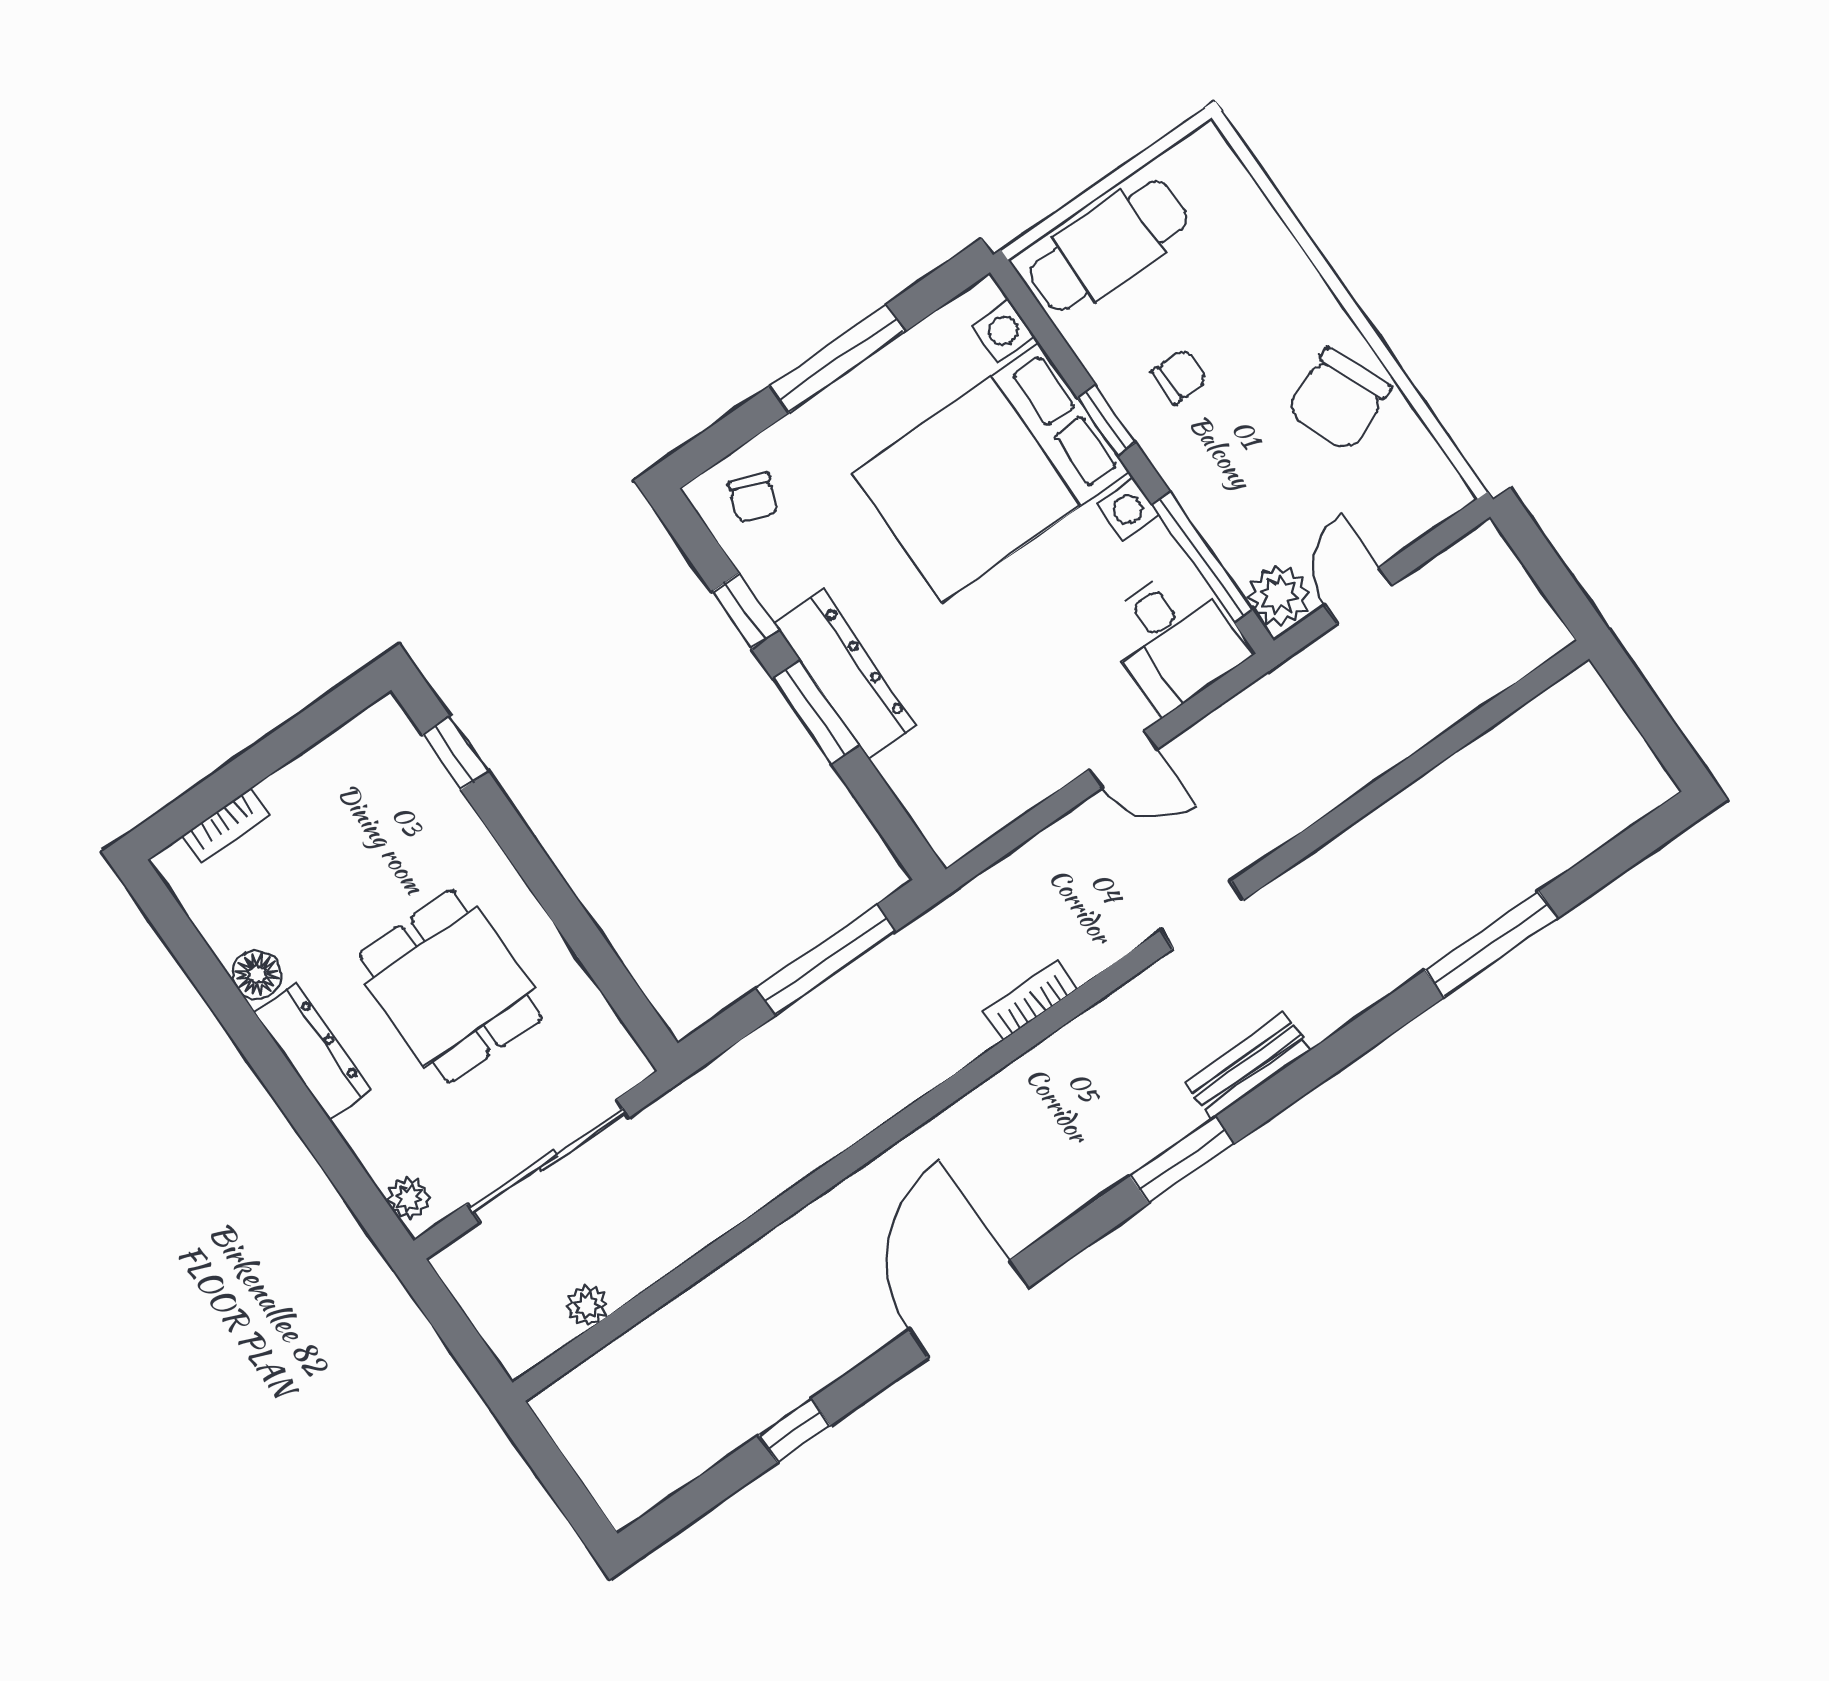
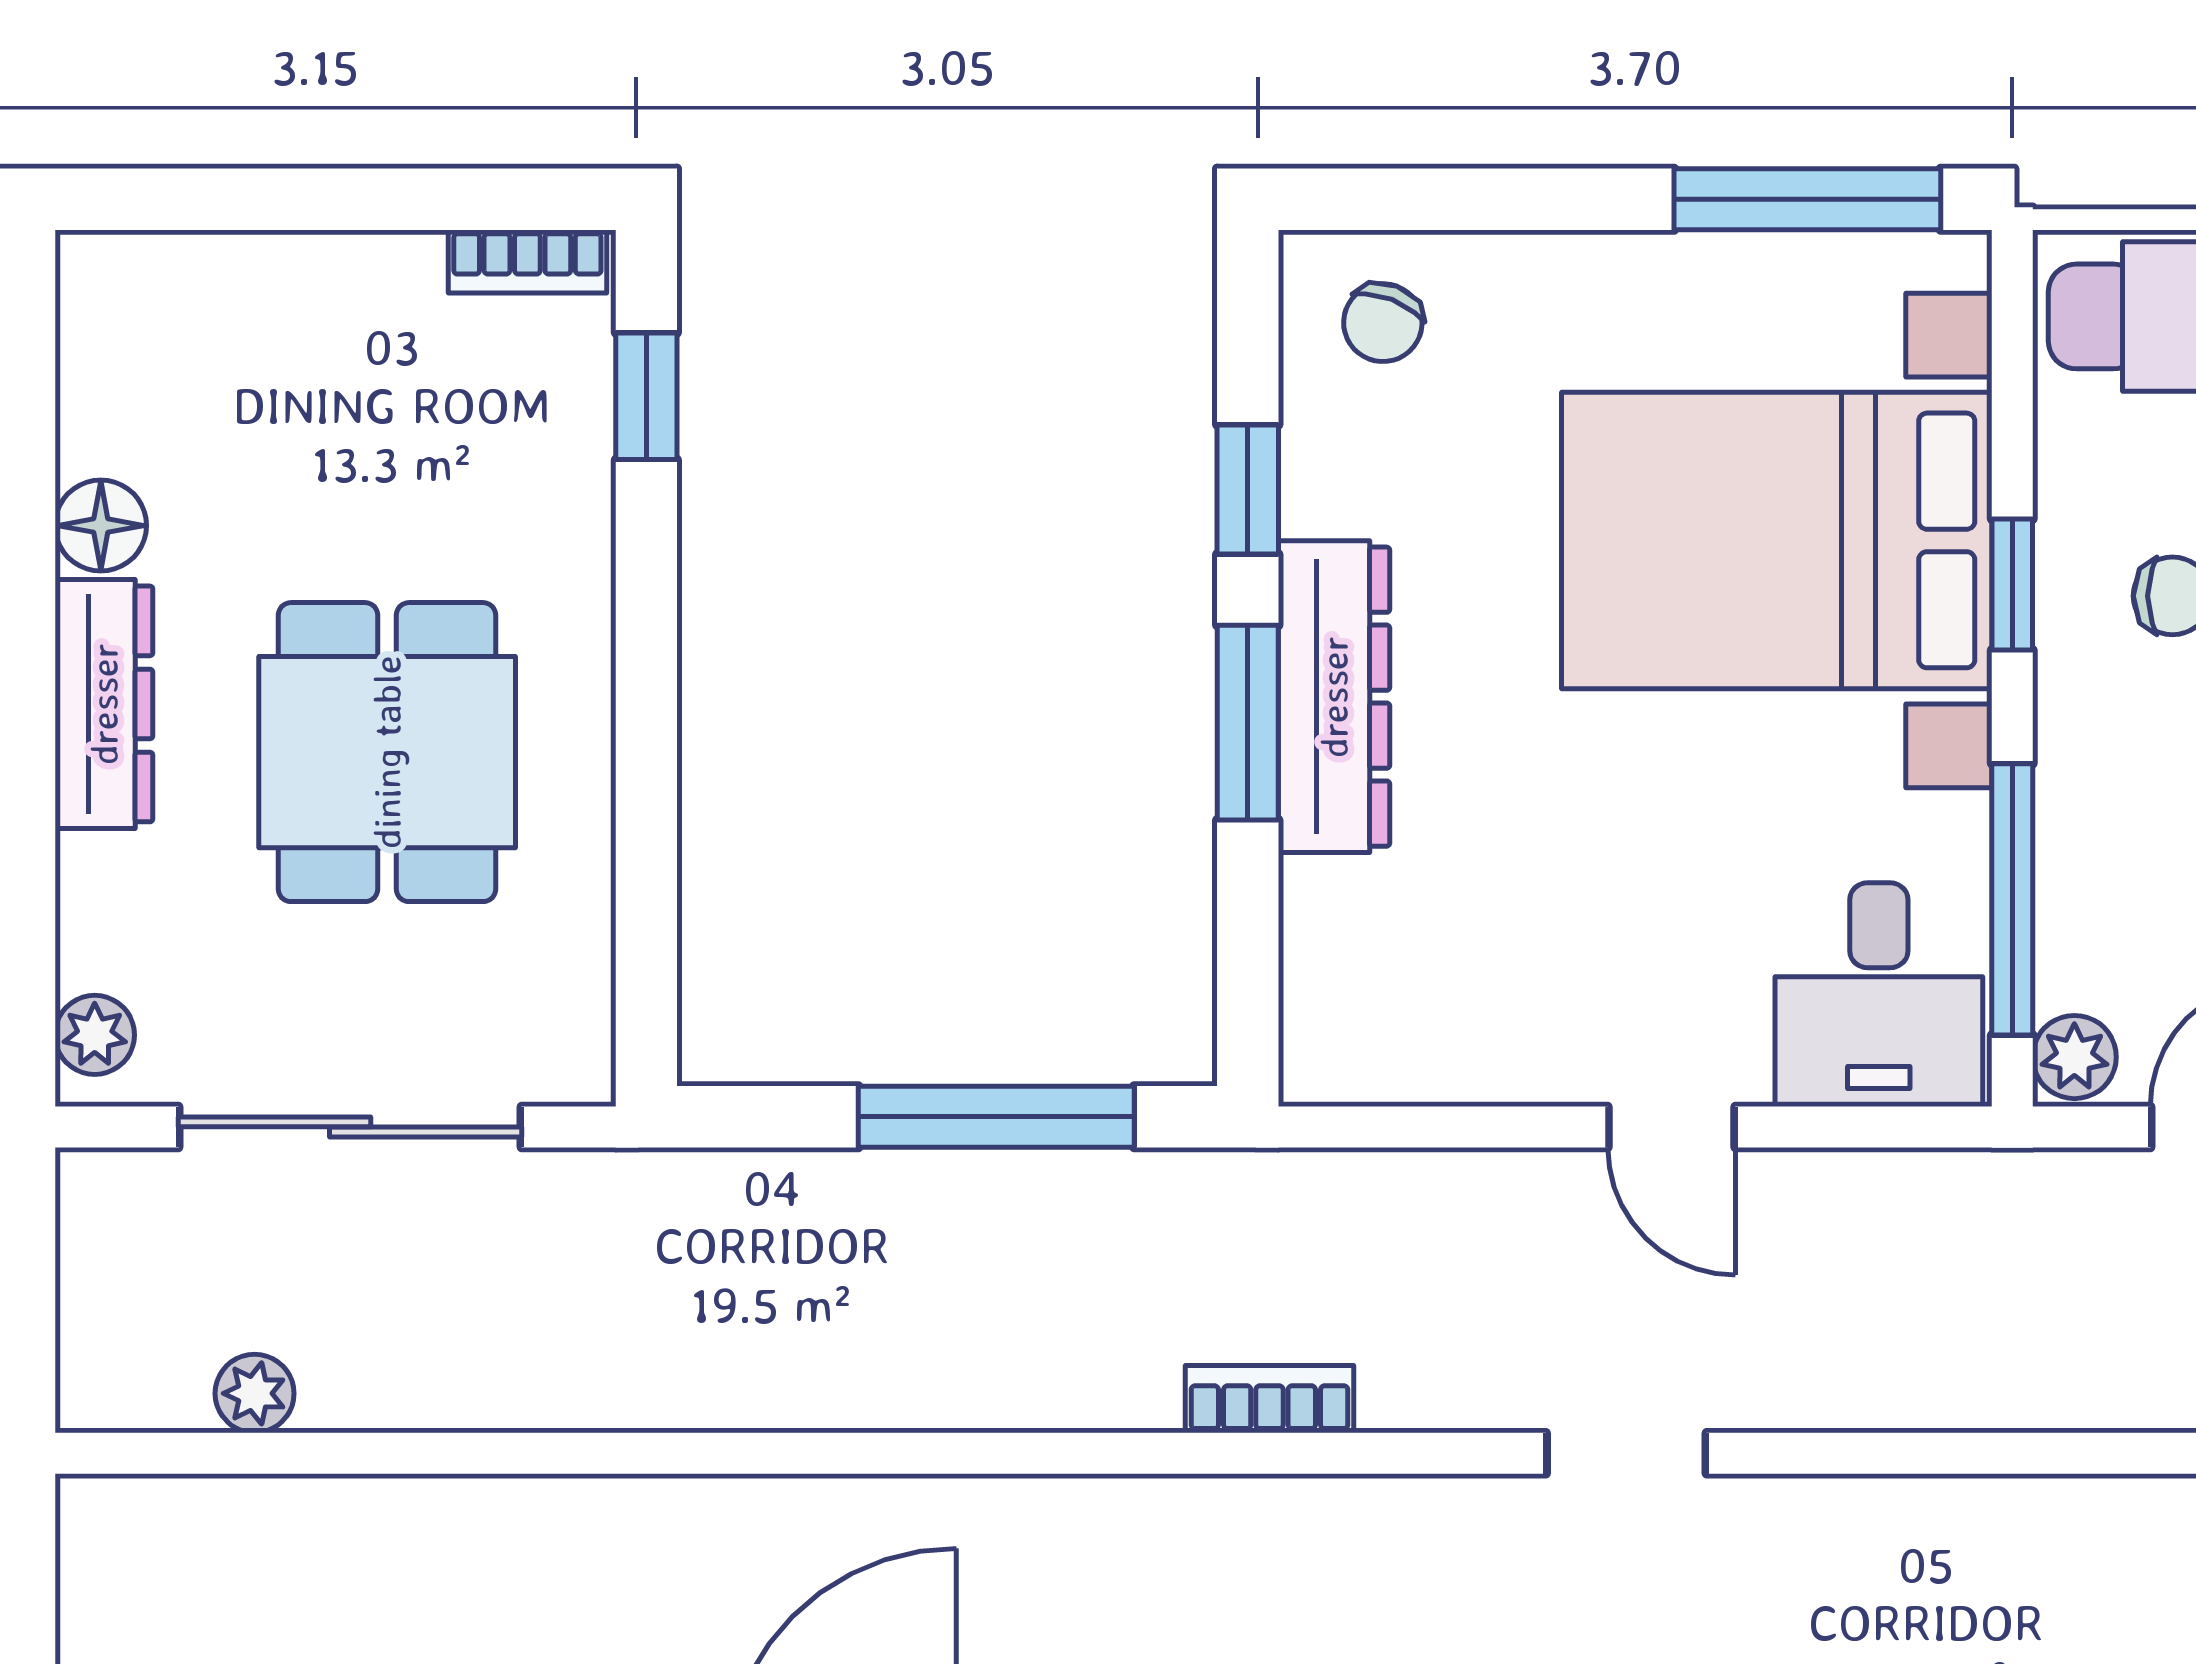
window: (837, 359) -> (1807, 199), moved
plant: (1279, 595) -> (2074, 1057), width x0.73, depth x0.73
bookcase: (226, 825) -> (527, 262), moved

